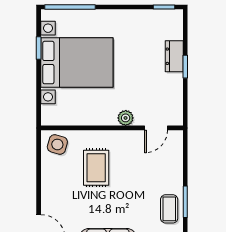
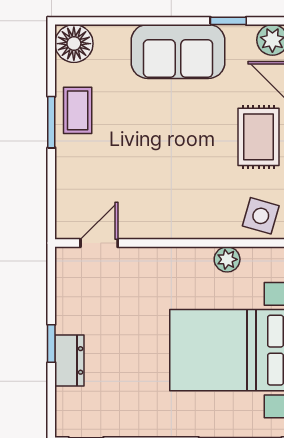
plant: (126, 118) -> (227, 259), moved
rug: (96, 168) -> (259, 137), moved

